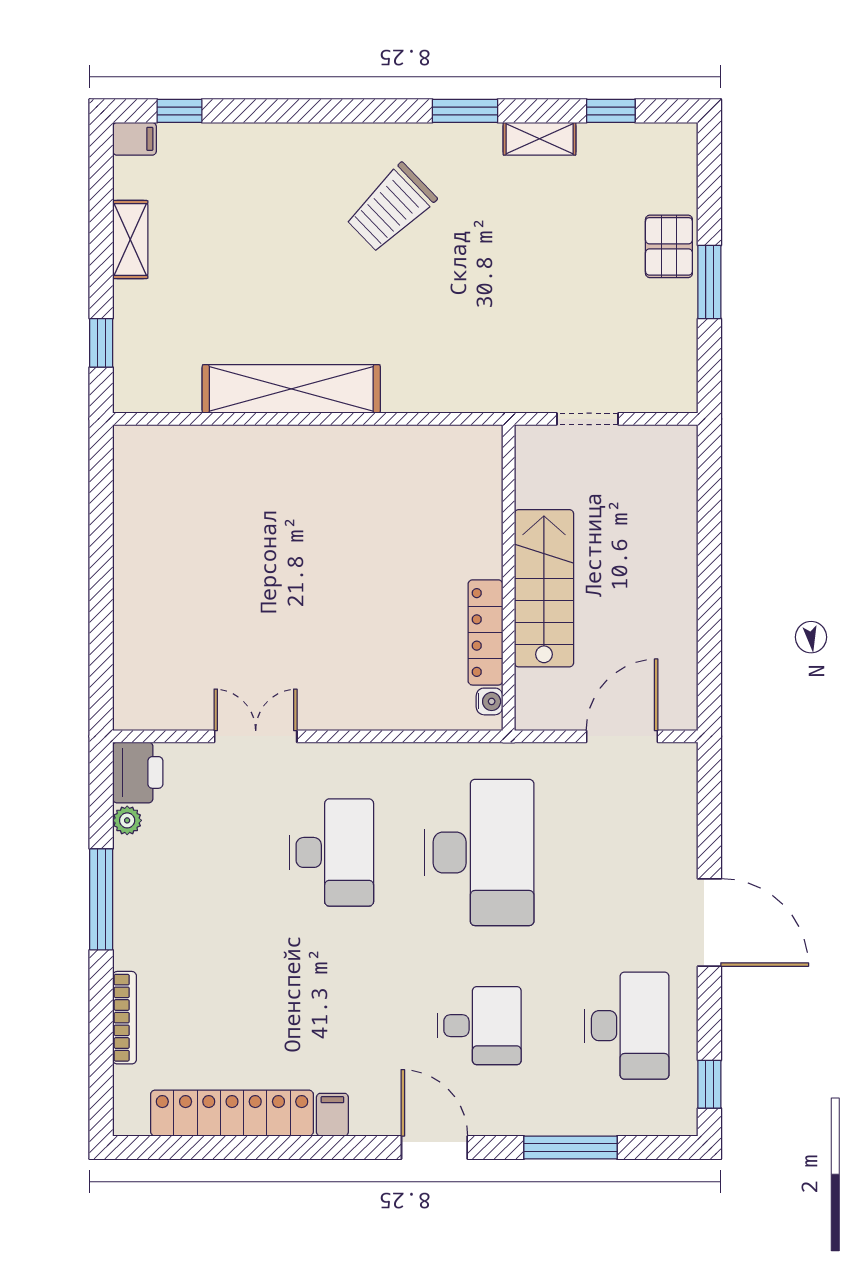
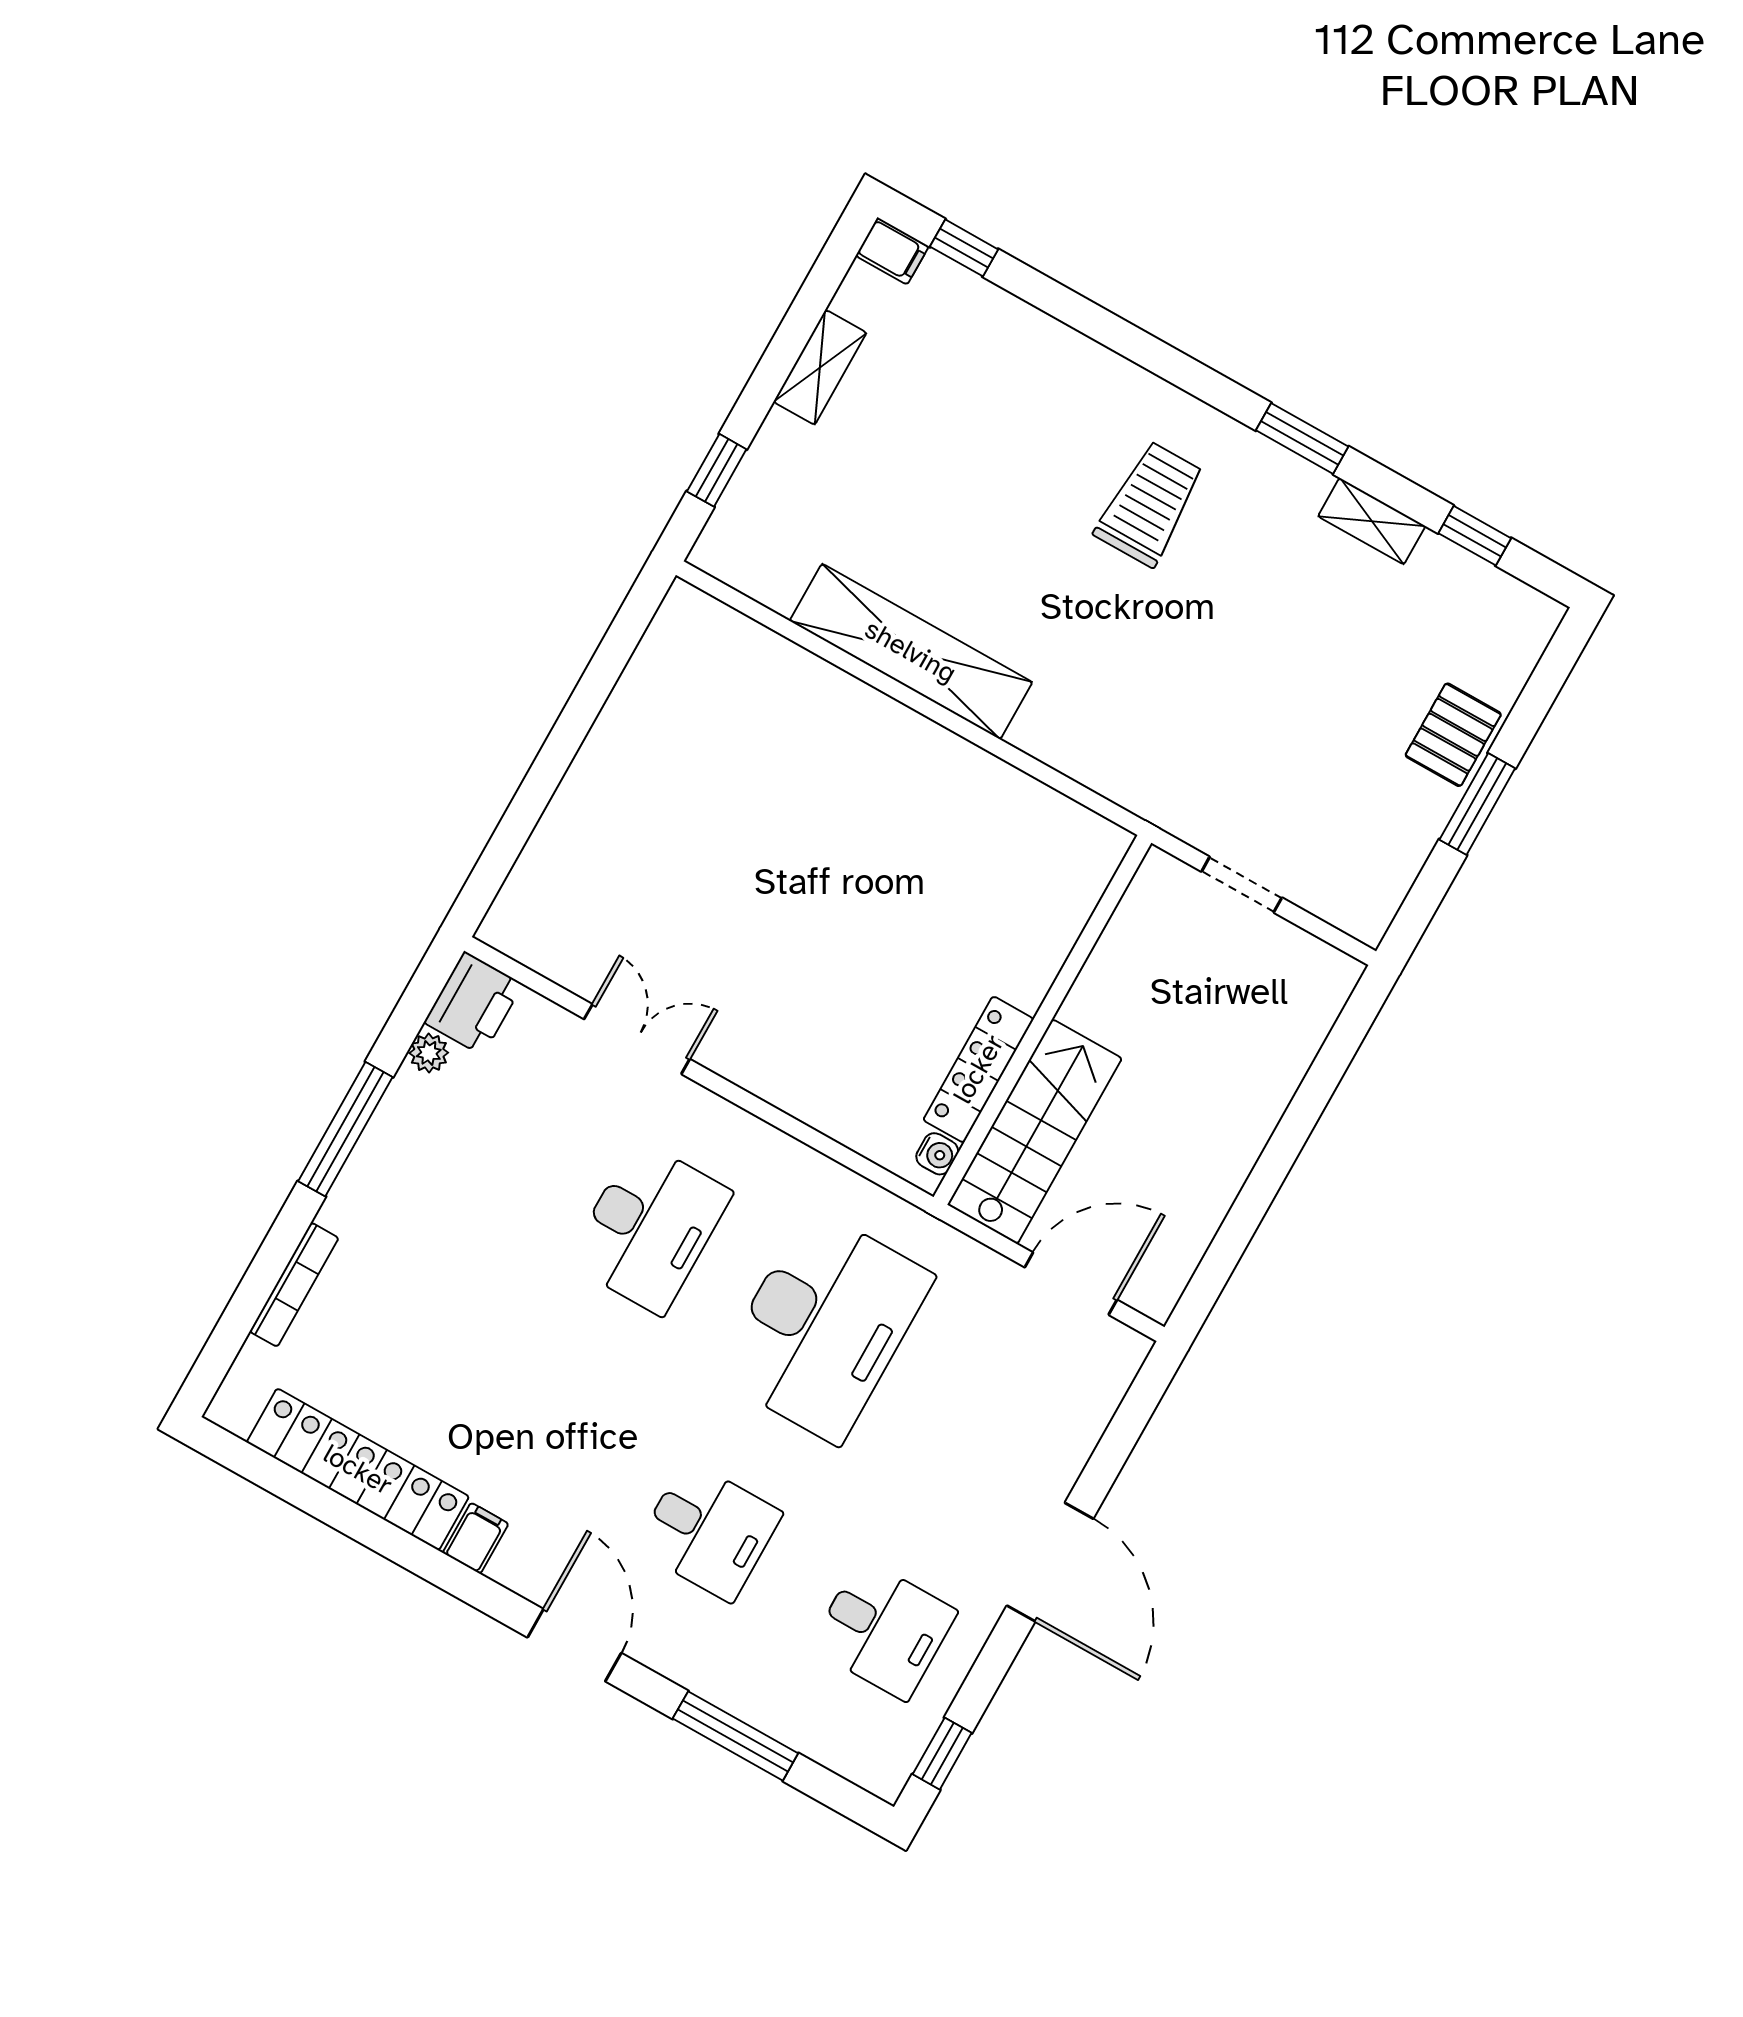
trolley: (391, 208) -> (1150, 504), turned 134
stairs: (544, 588) -> (1035, 1132), moved
desk: (627, 1026) -> (884, 1629), width x0.73

